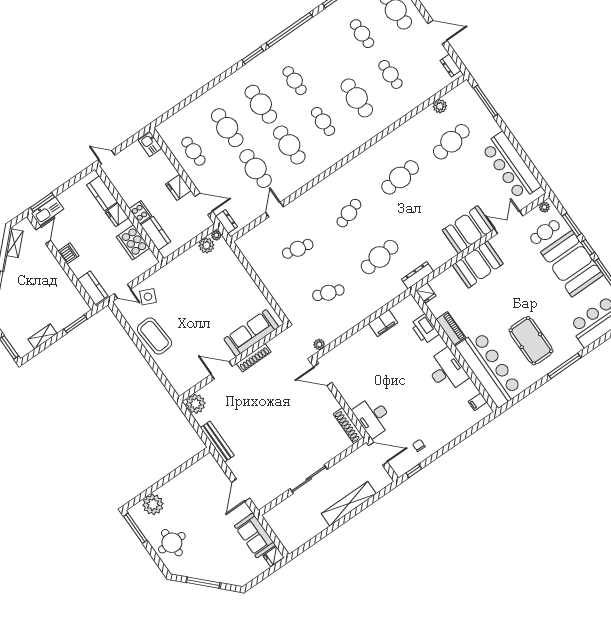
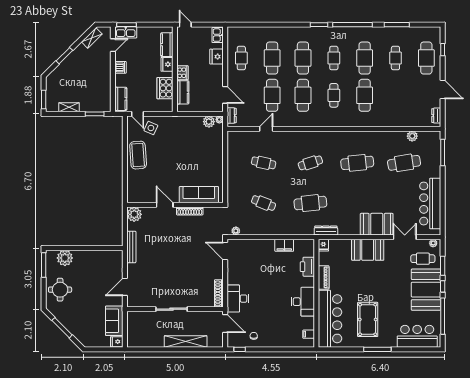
cafe table: (390, 74) -> (365, 58), moved, width x1.37, depth x1.35
fridge: (178, 187) -> (217, 57), moved

